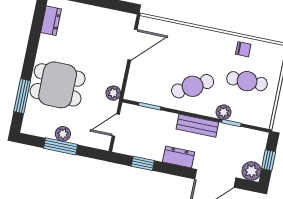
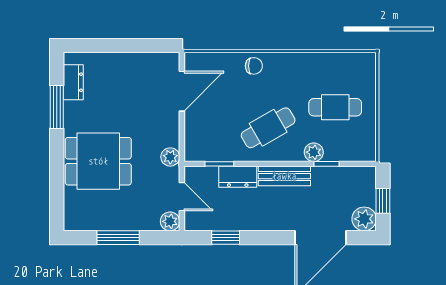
chair: (243, 49) -> (254, 66), moved
window: (22, 96) -> (57, 107), moved
door: (116, 125) -> (182, 197), swing flipped
plant: (63, 134) -> (170, 221), moved
dresser: (179, 157) -> (238, 177), moved, turned 180

